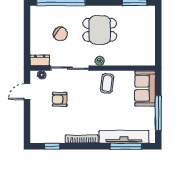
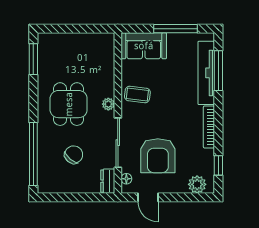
armchair: (60, 99) -> (158, 156), width x1.88, depth x1.88
plant: (37, 130) -> (197, 184), added

